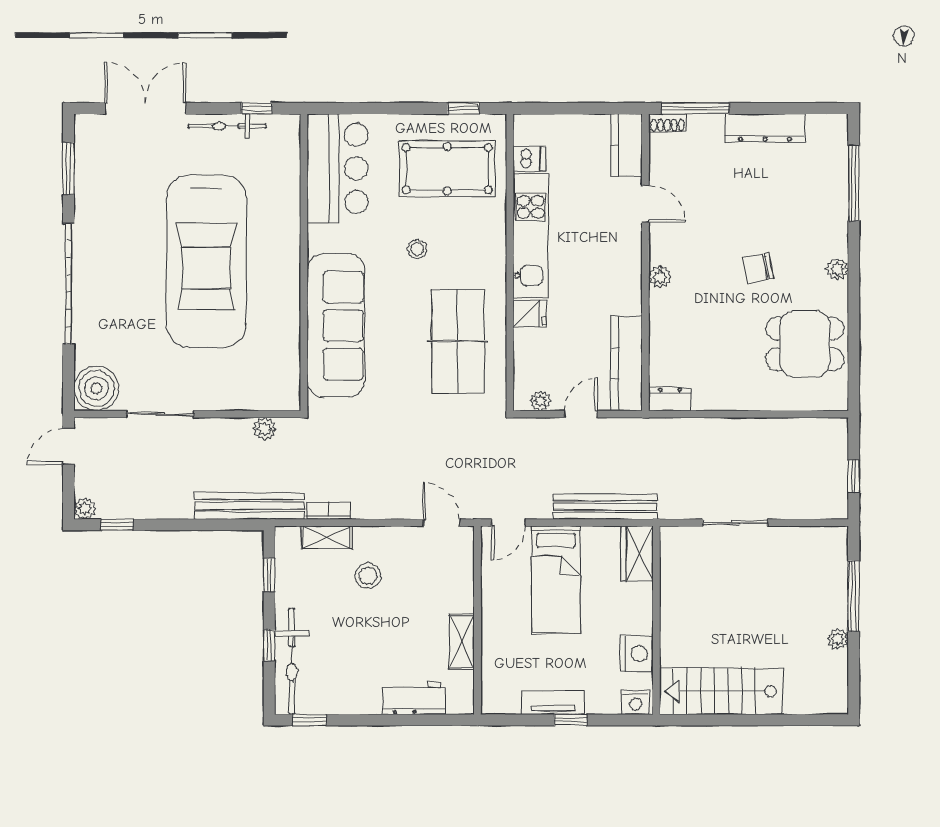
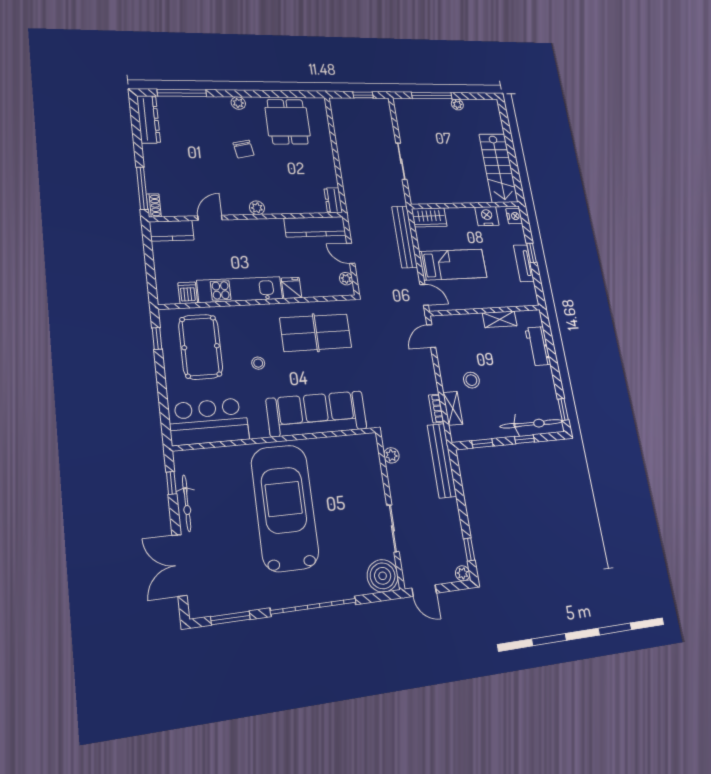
dresser: (765, 128) -> (148, 119), moved
car: (206, 261) -> (285, 508), turned -90

